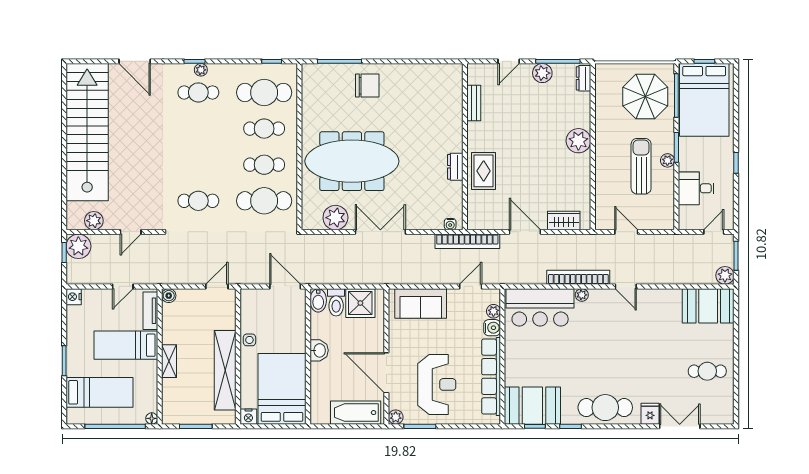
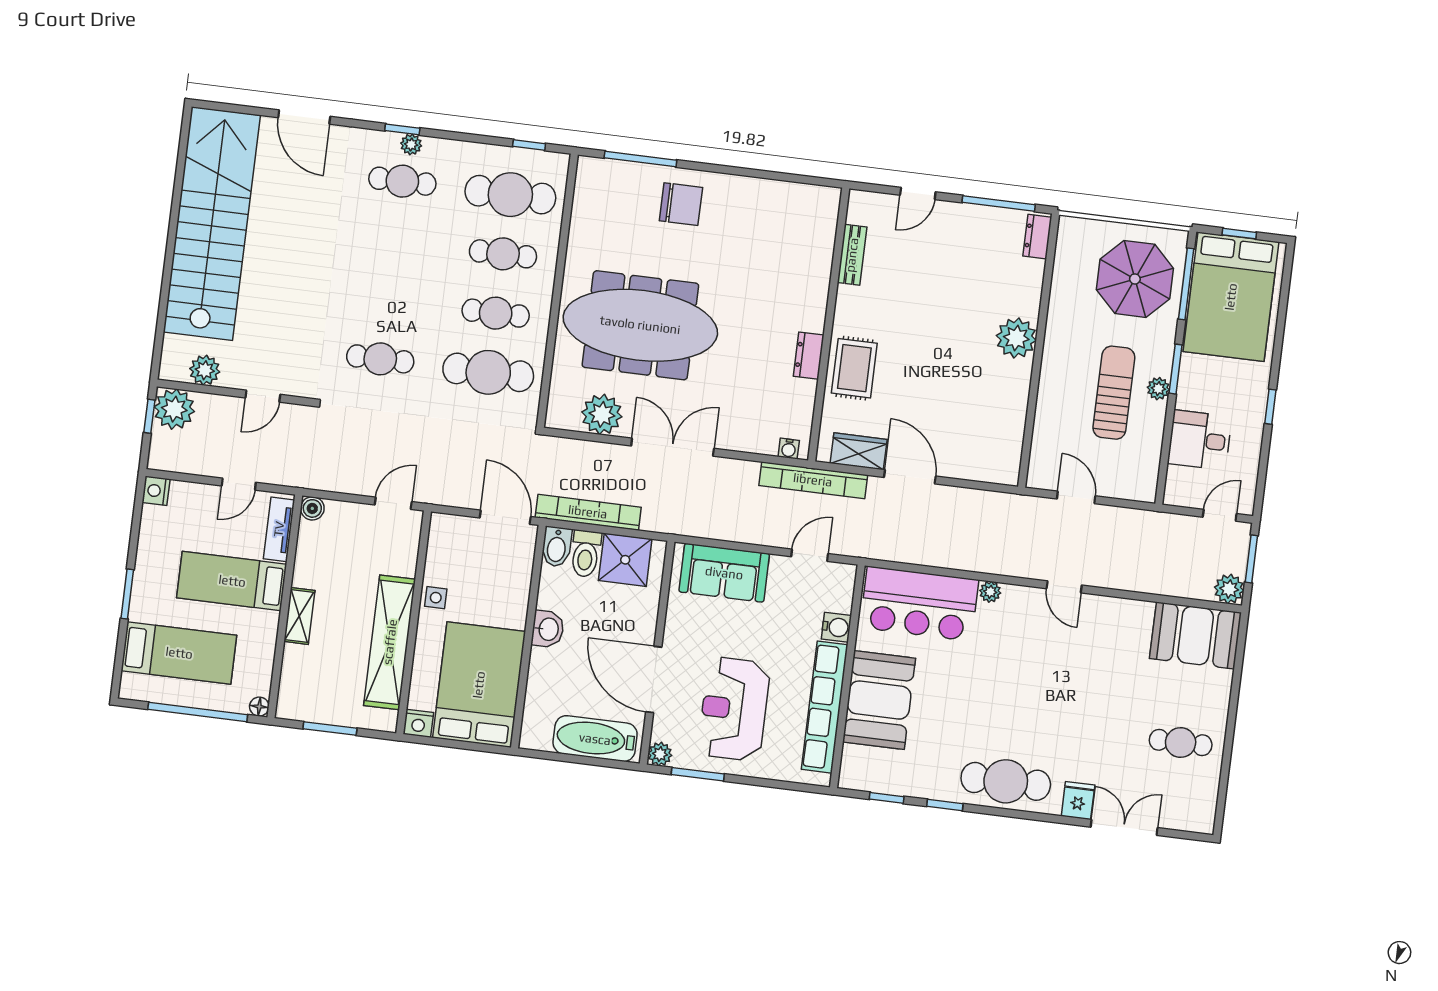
plant: (542, 73) -> (971, 220), removed
wardrobe: (564, 221) -> (859, 451), moved
bookcase: (578, 277) -> (588, 512), moved
plant: (493, 311) -> (842, 600), removed
reception desk: (437, 384) -> (734, 709), turned 180
booth: (532, 406) -> (879, 700), moved, turned 90

